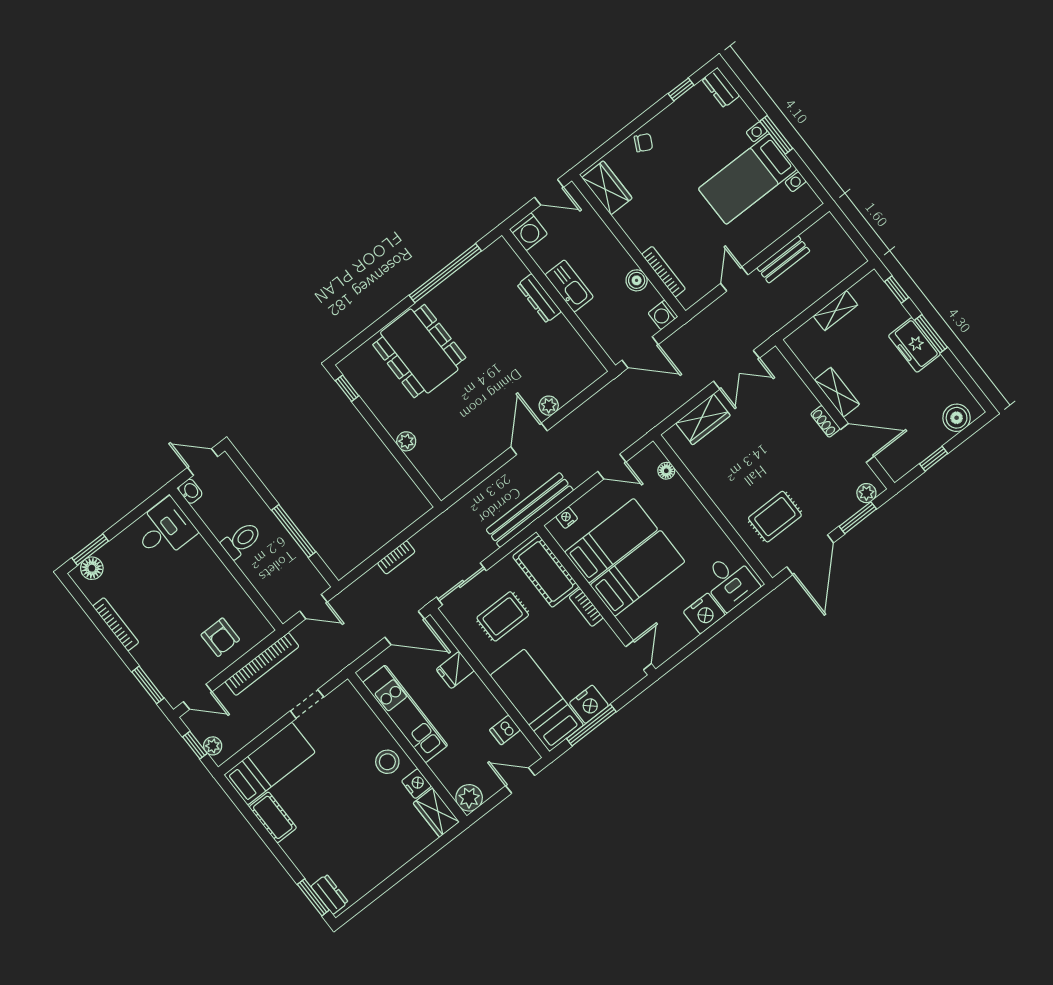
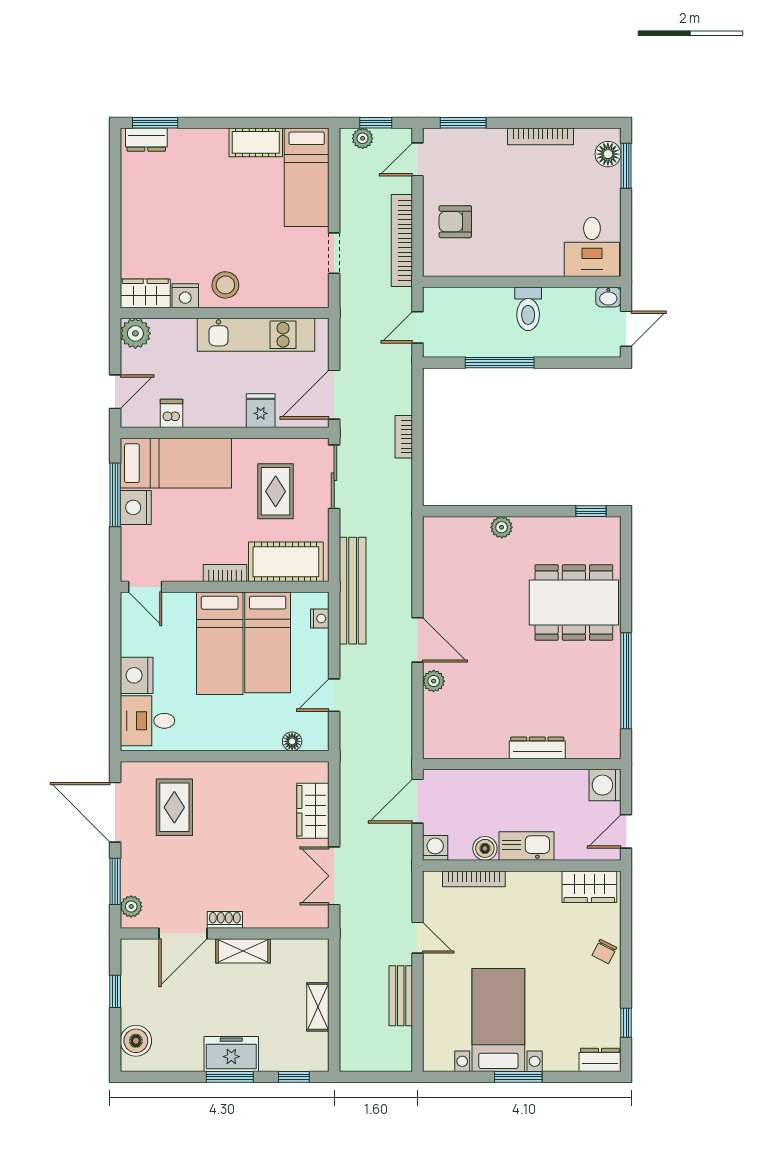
kitchen sink: (569, 286) -> (526, 846), moved, turned 180

